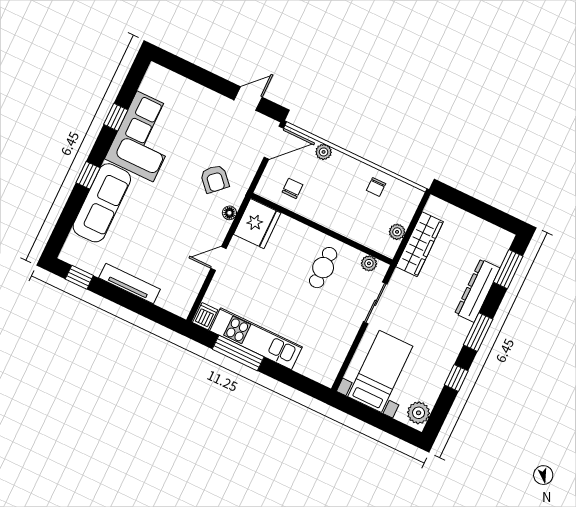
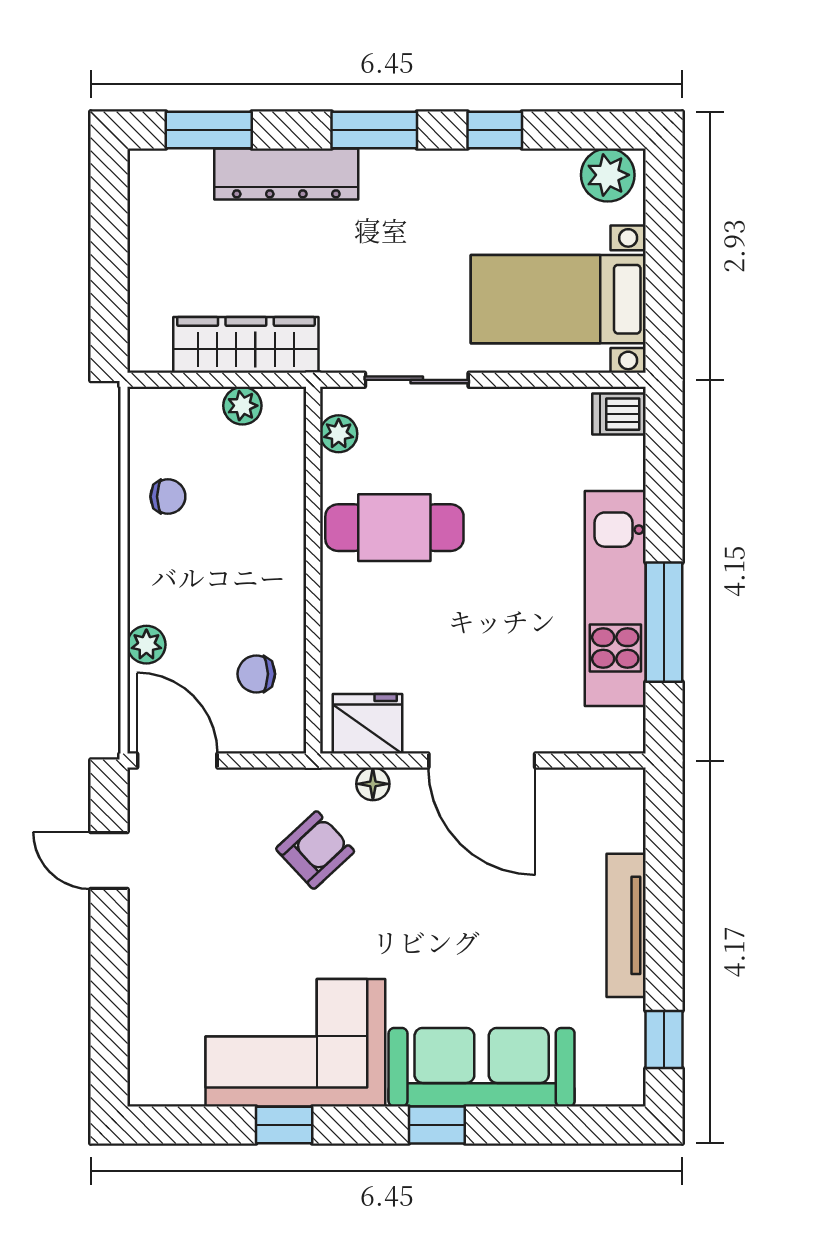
fridge: (257, 224) -> (368, 724), width x0.73, depth x0.75
door: (219, 259) -> (482, 761), width x1.87
cafe table: (323, 268) -> (394, 528), width x1.37, depth x1.35
dishwasher: (205, 316) -> (619, 414), moved

